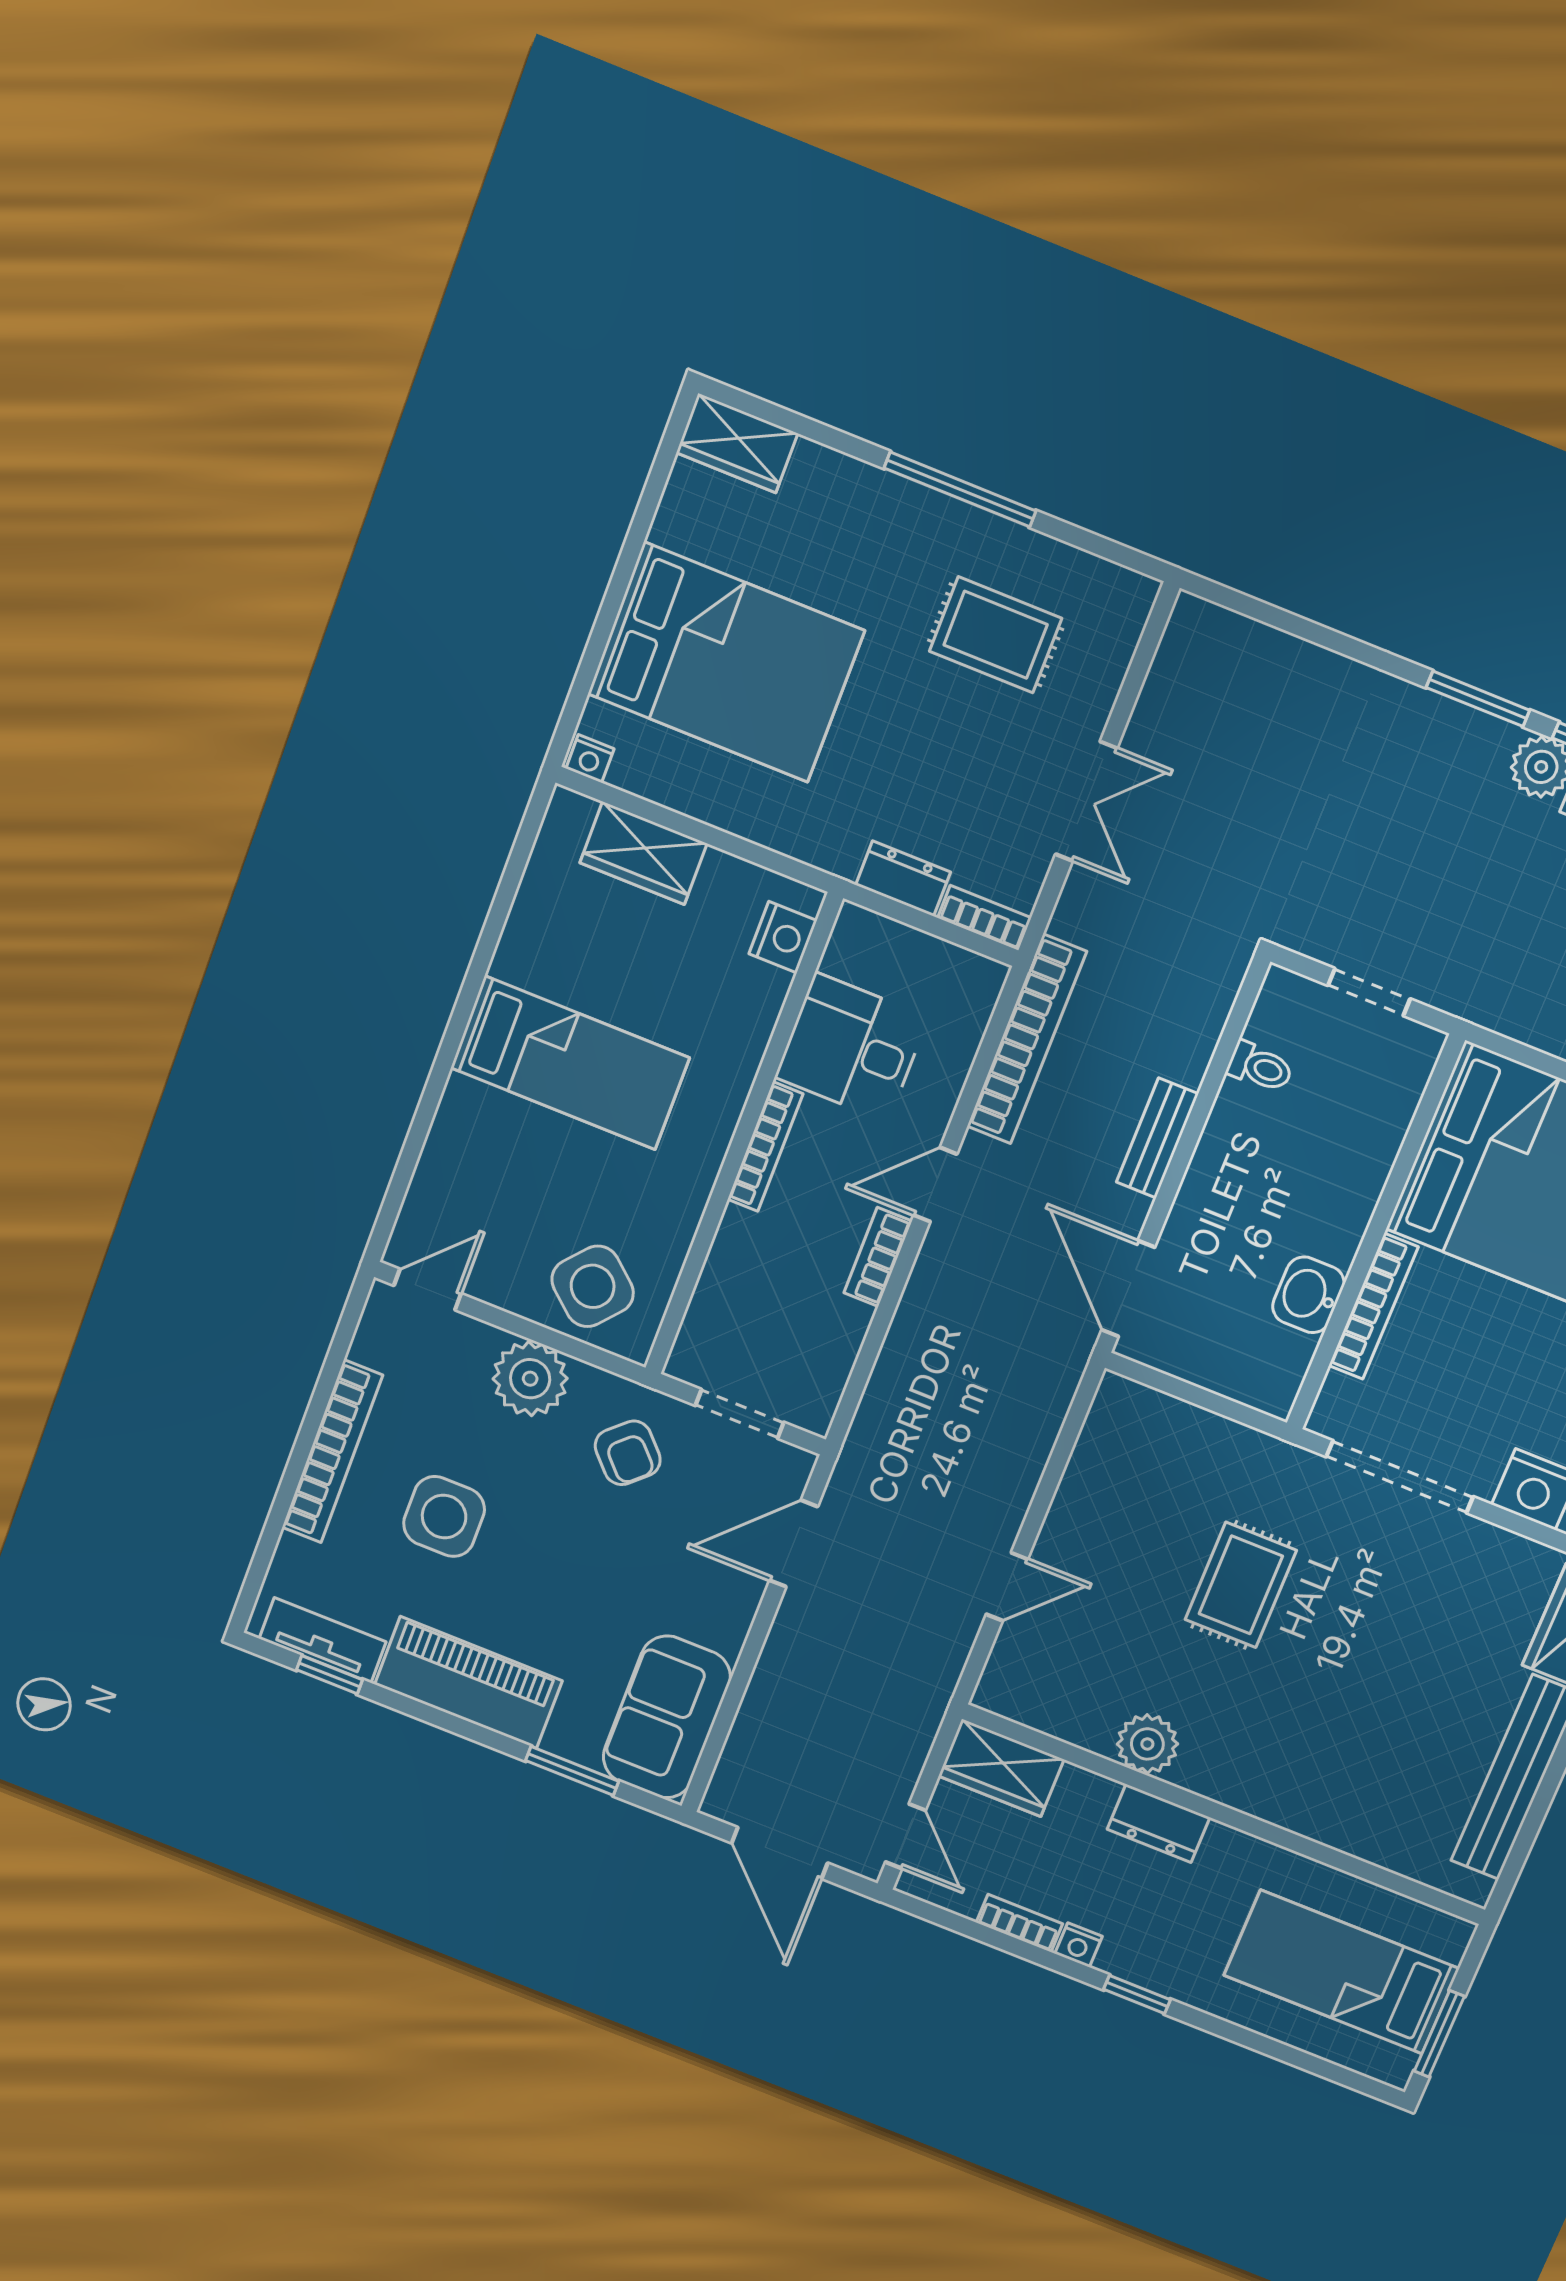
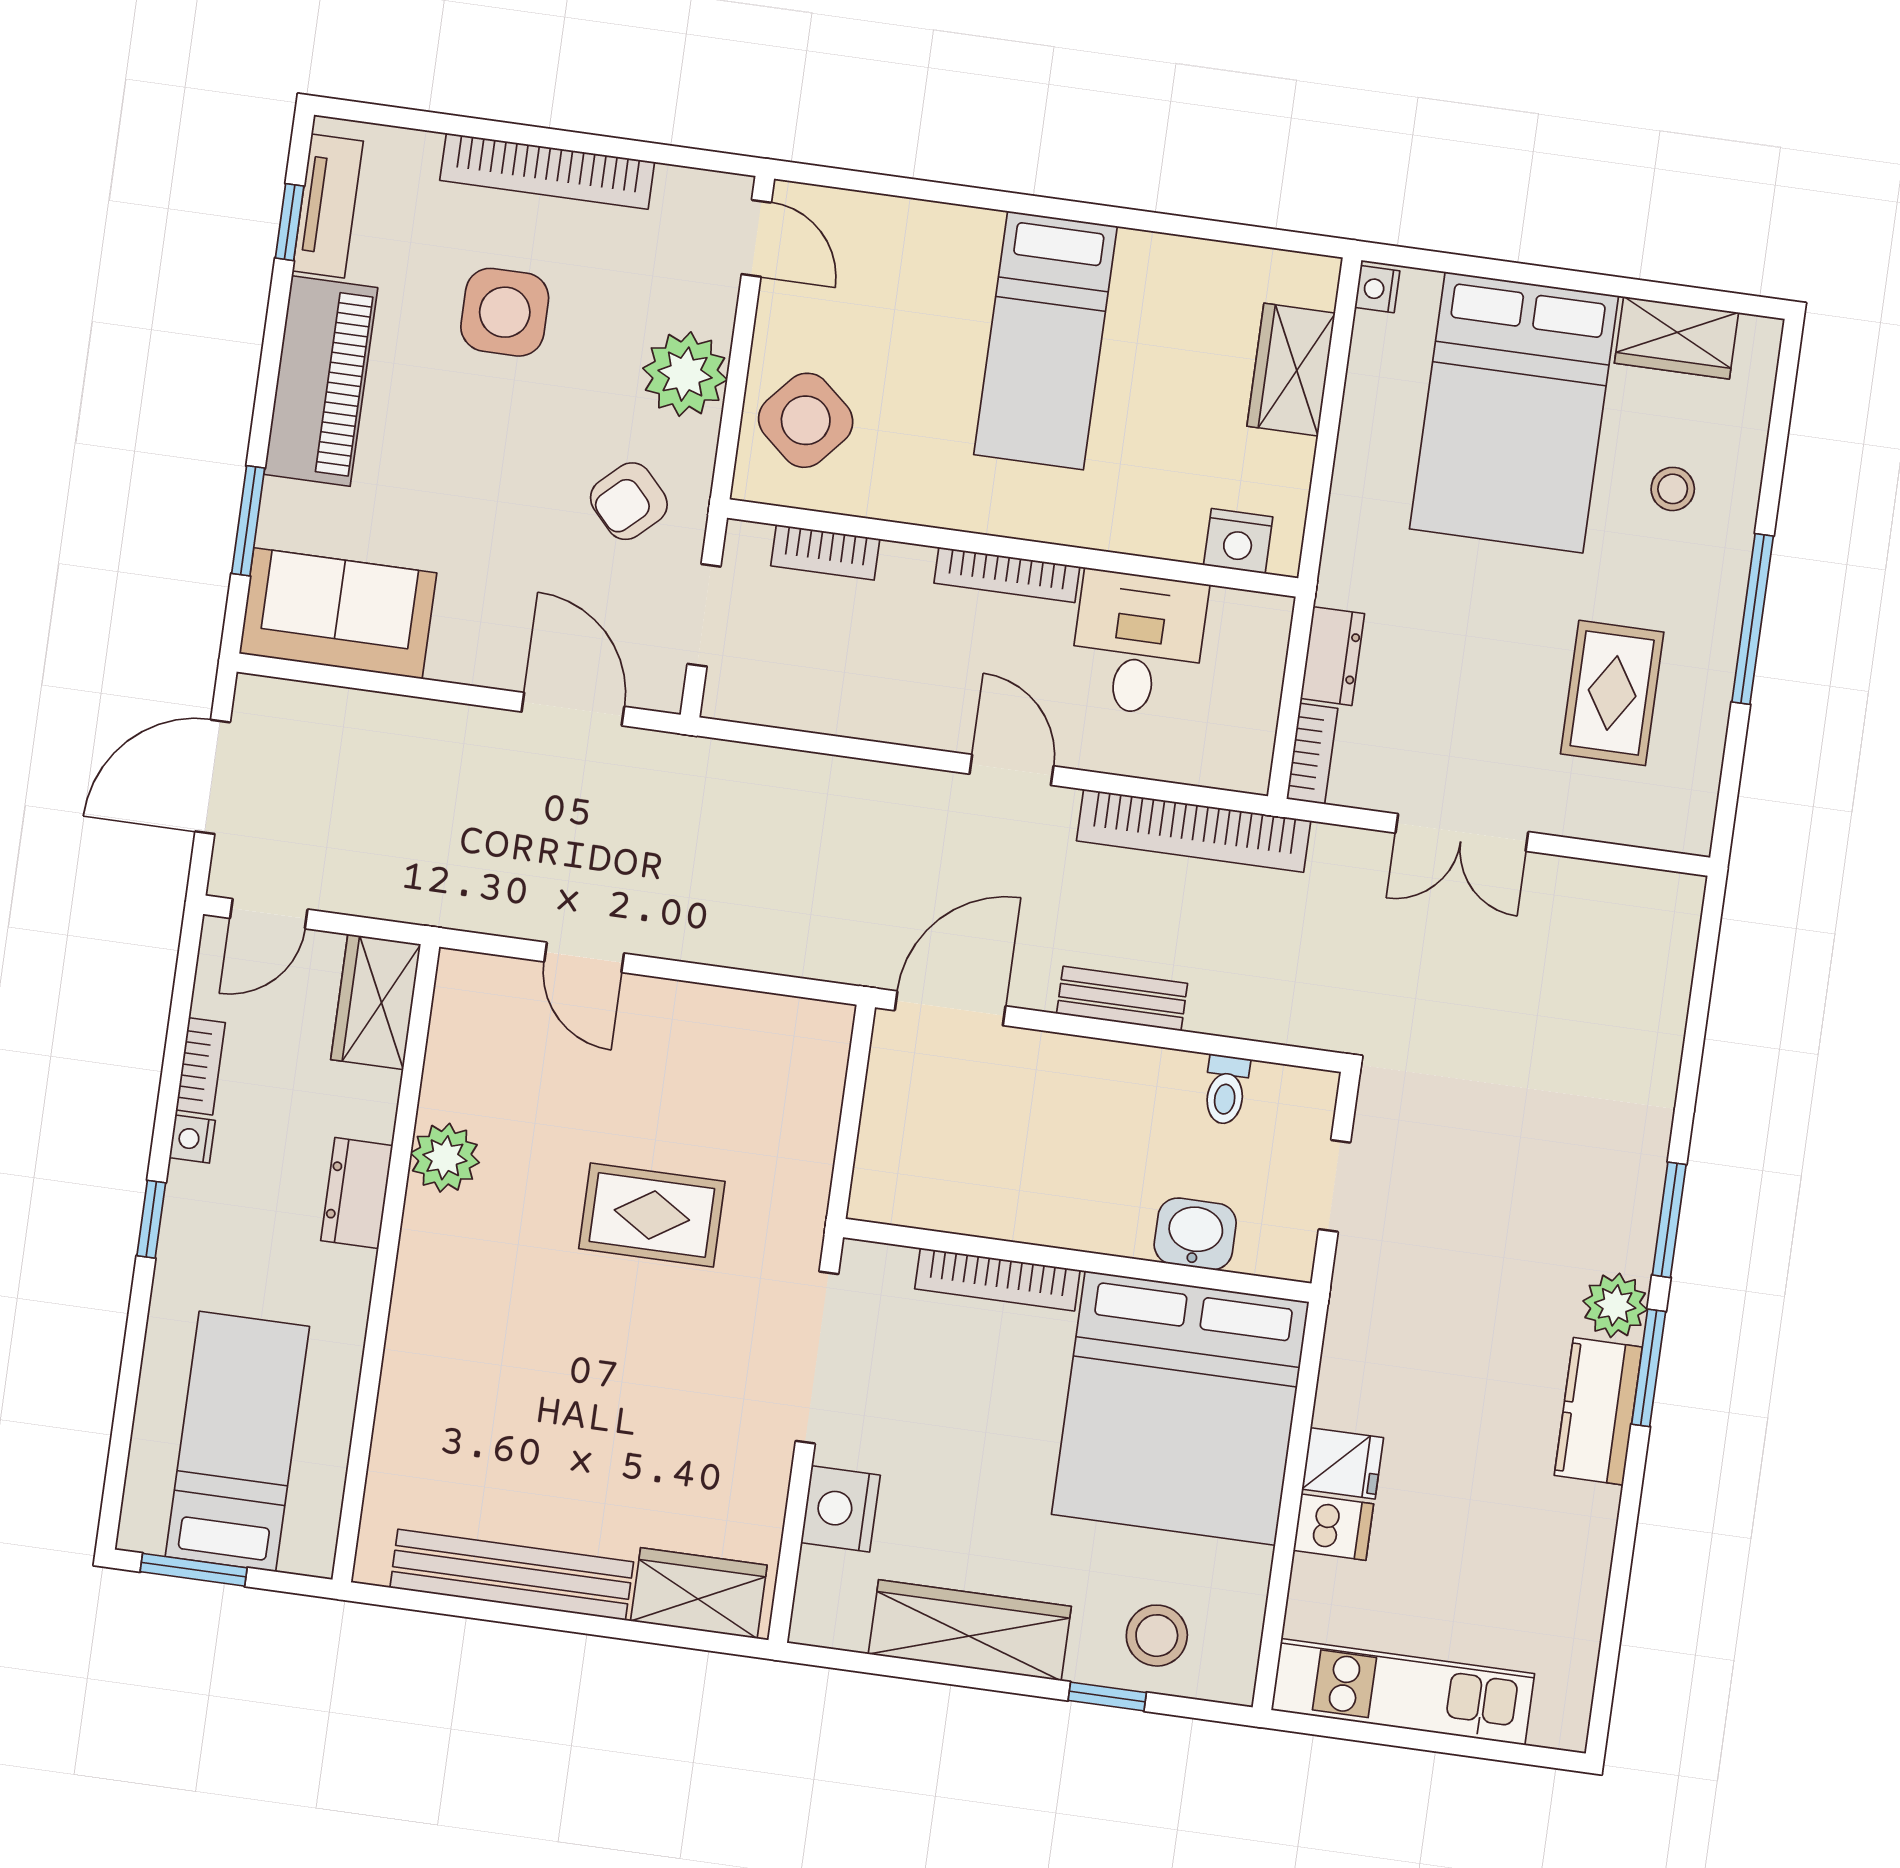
wardrobe: (737, 443) -> (1676, 338), moved, turned -90
stool: (827, 534) -> (1673, 489), added
bookcase: (878, 1257) -> (825, 552), moved, turned 180
washbasin: (1308, 1295) -> (1195, 1234), moved

